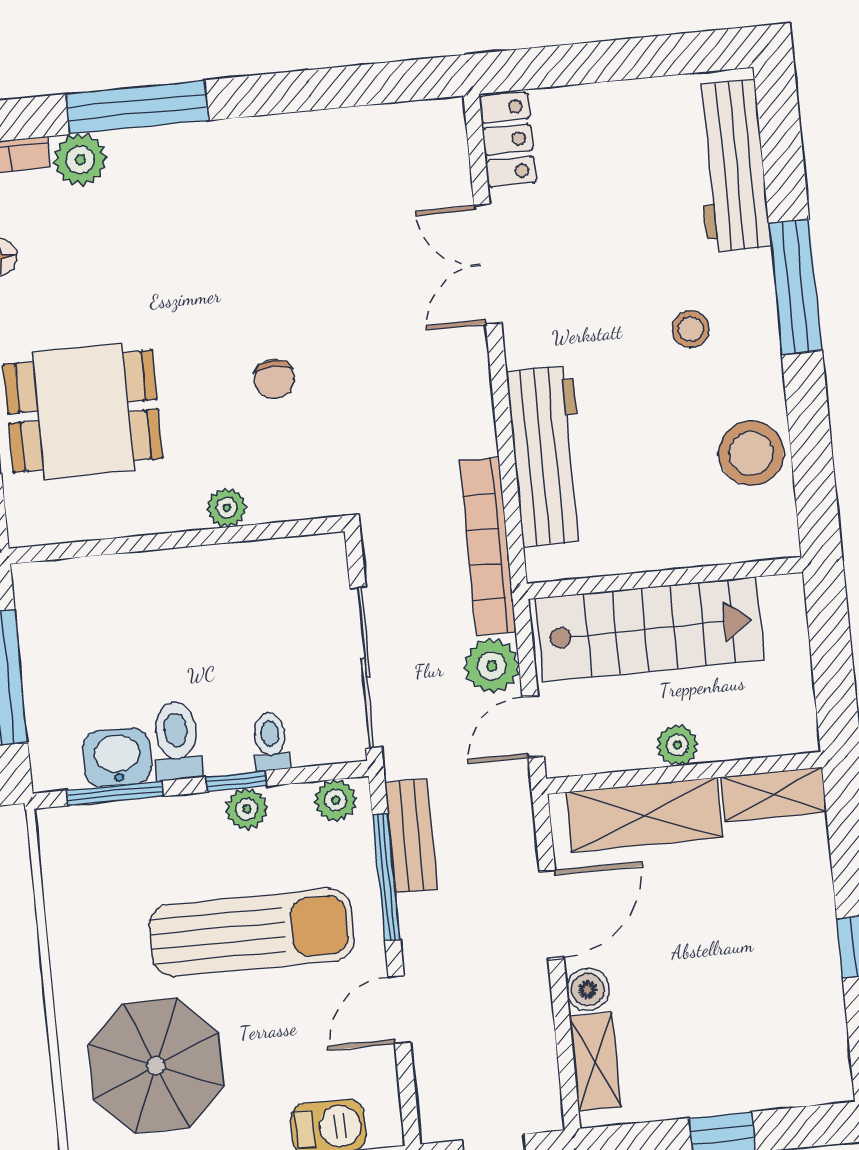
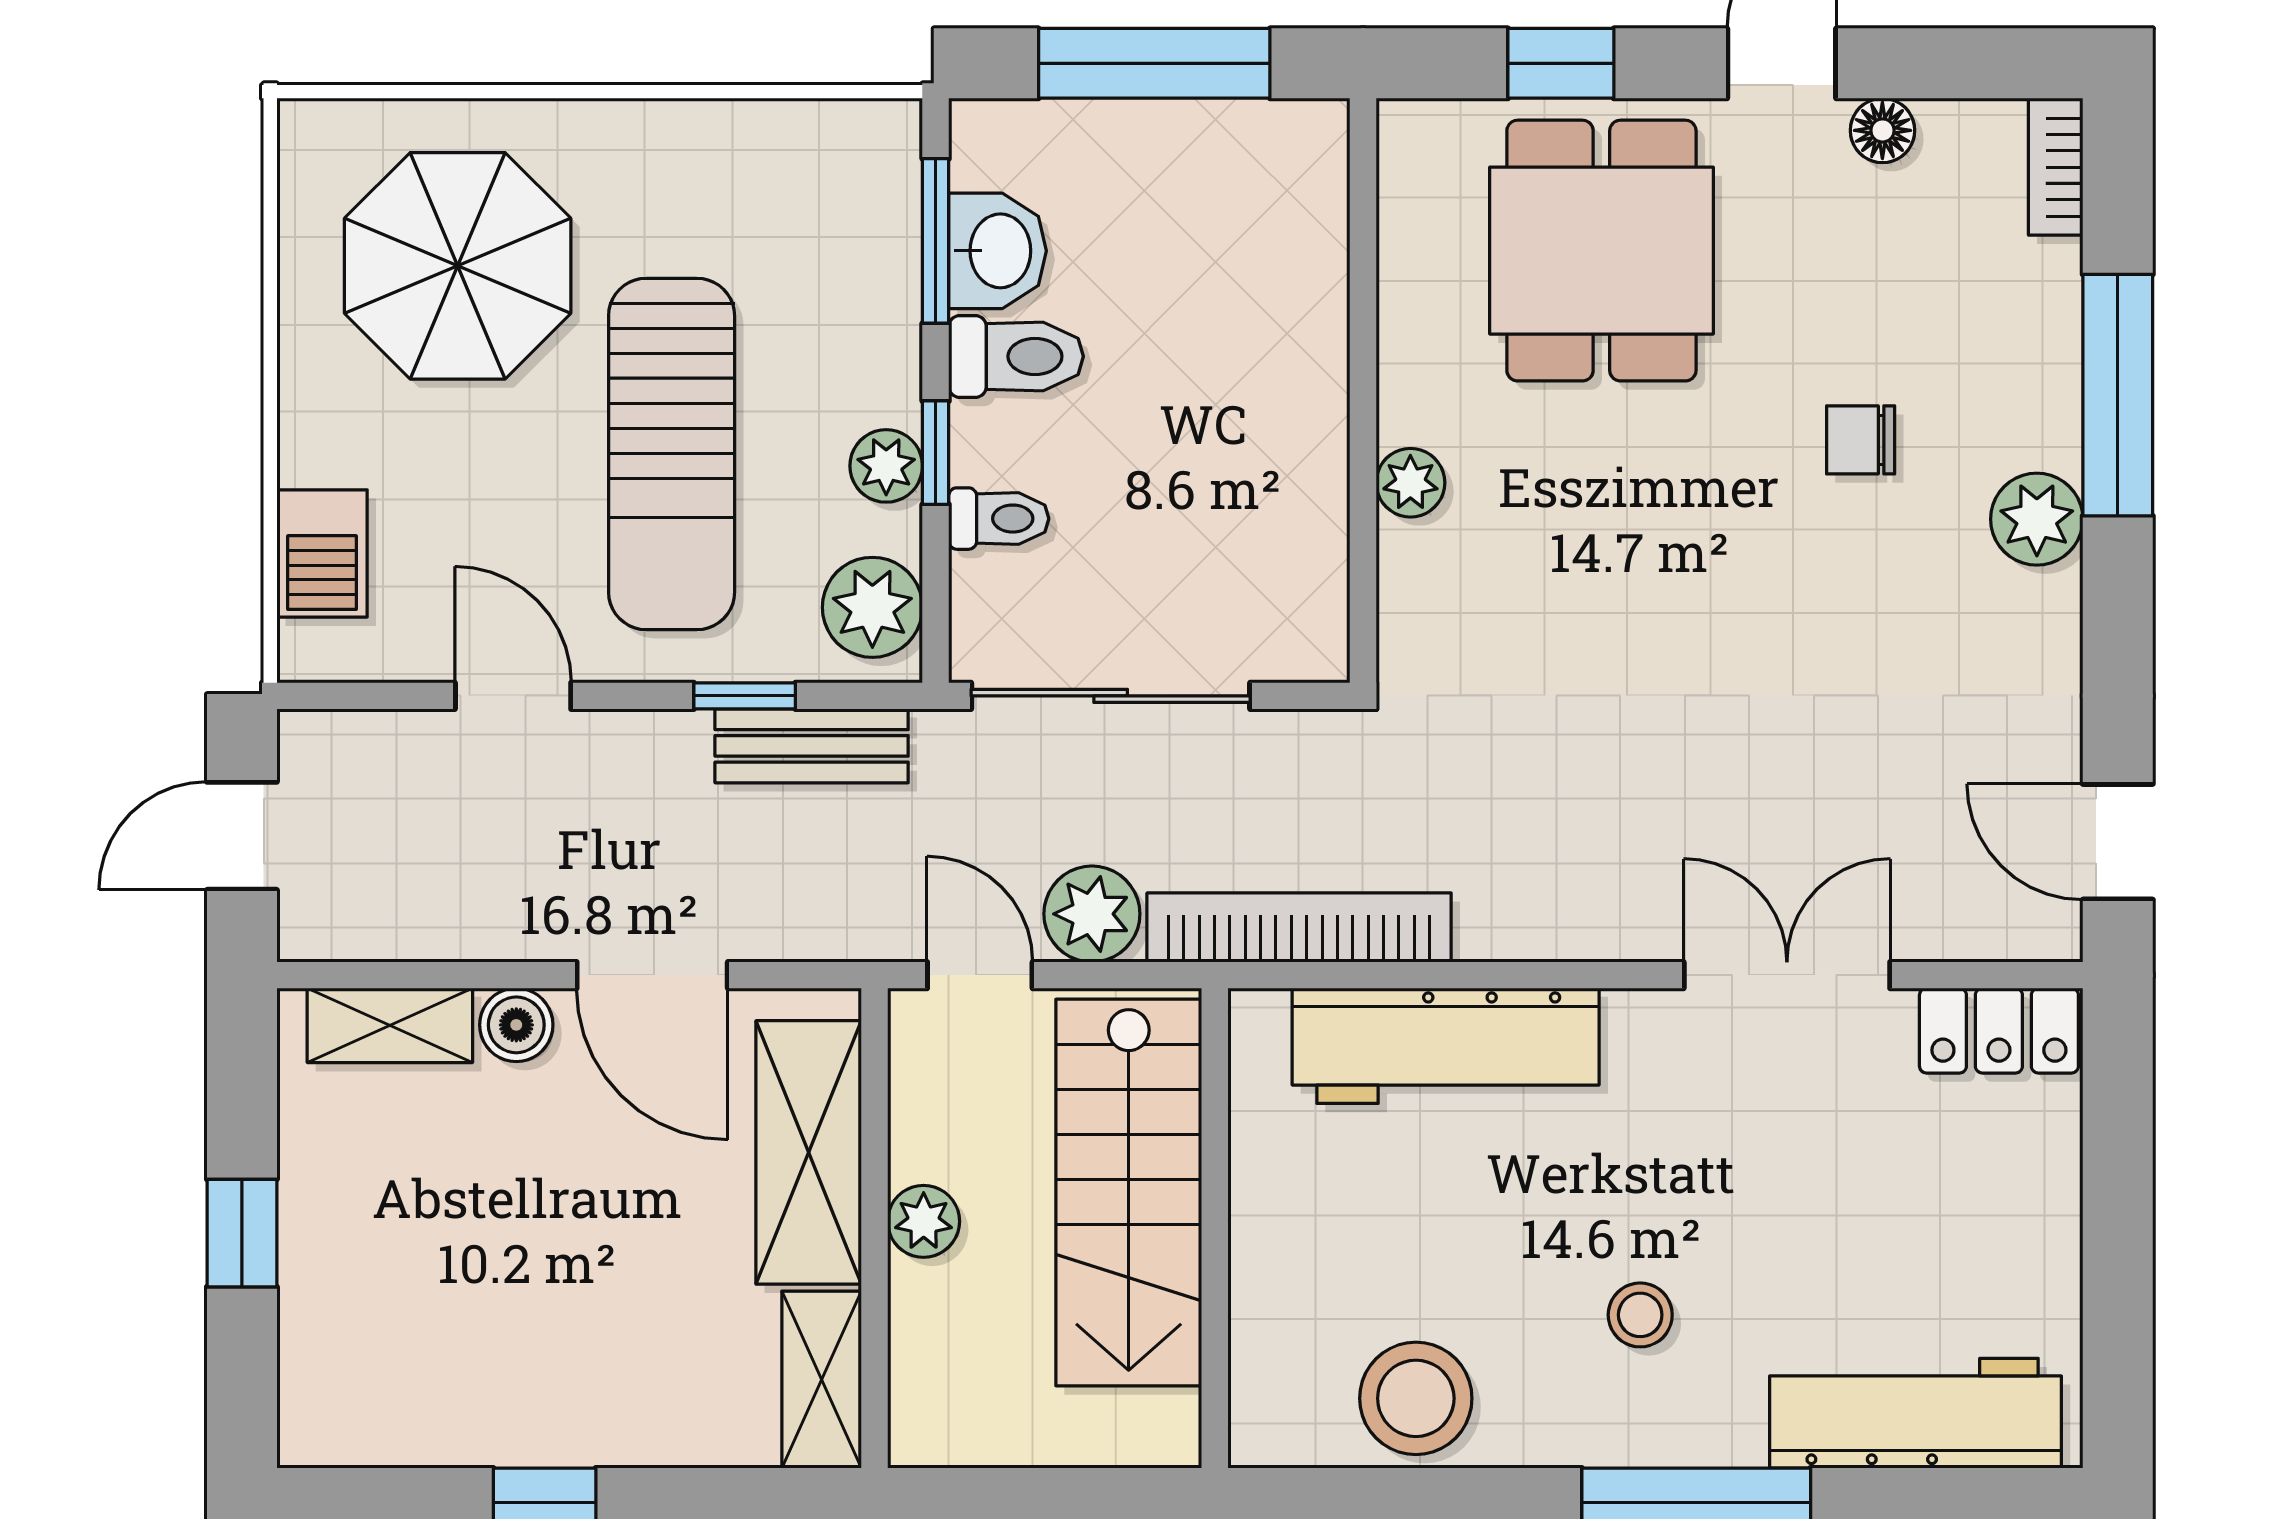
door: (393, 82) -> (2118, 842), added
plant: (80, 160) -> (2037, 519), moved
chair: (274, 379) -> (1861, 440), moved
plant: (336, 800) -> (872, 607), width x1.38, depth x1.38
window: (386, 877) -> (745, 696), width x0.46

